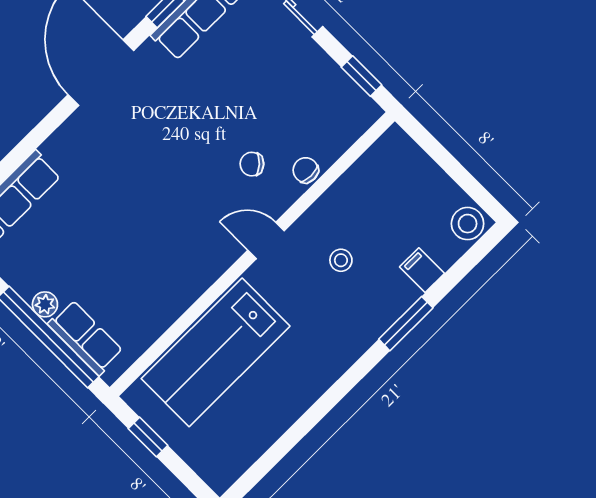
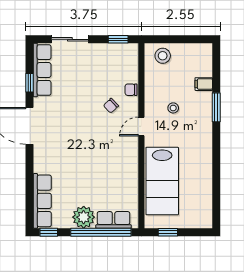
stool: (468, 224) -> (163, 56), moved
plant: (45, 304) -> (84, 217), width x1.88, depth x1.88

